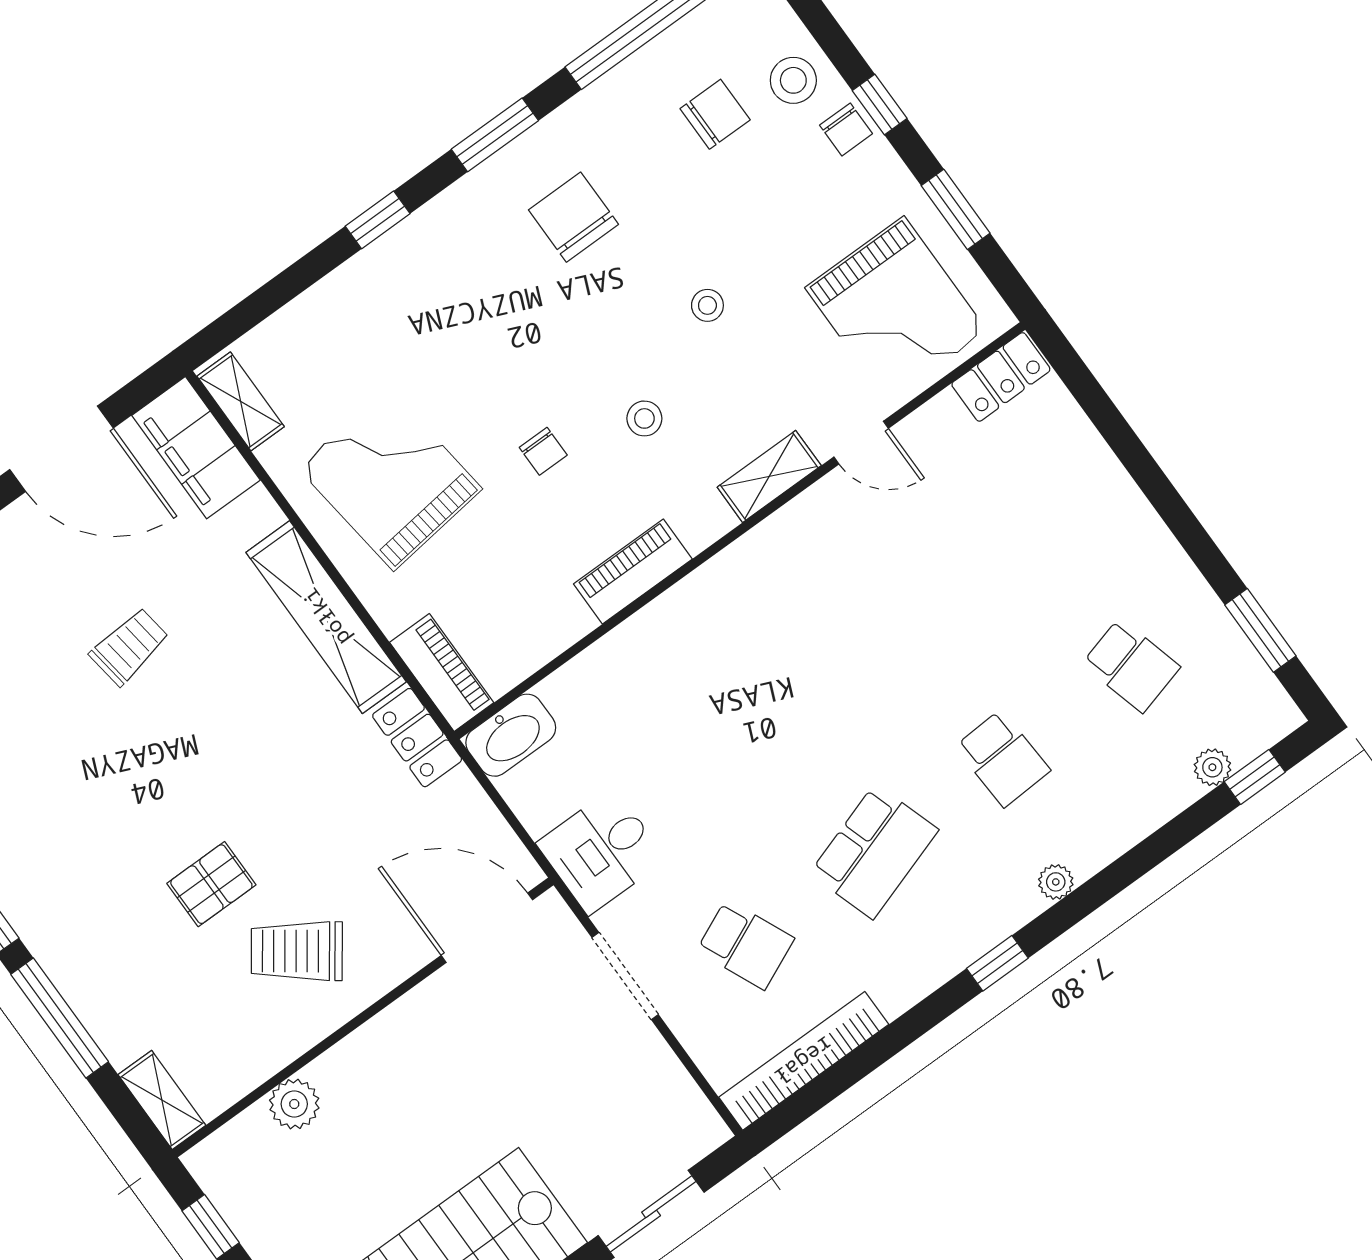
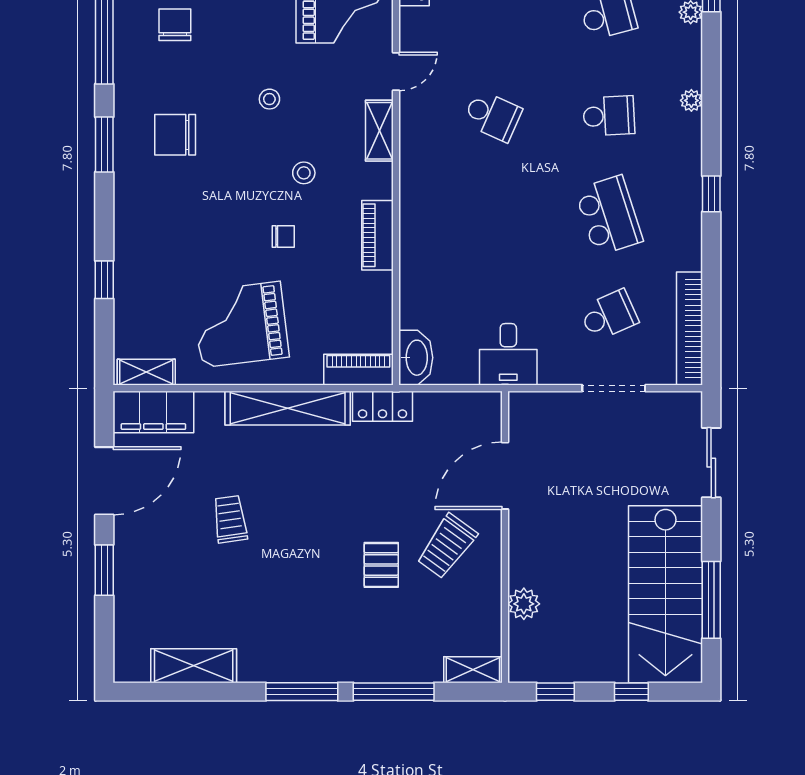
window: (378, 220) -> (104, 280), moved
school desk: (894, 608) -> (492, 116), added
plant: (1056, 882) -> (691, 100), moved
door: (487, 928) -> (505, 476), moved
doorway: (625, 976) -> (614, 388), moved

